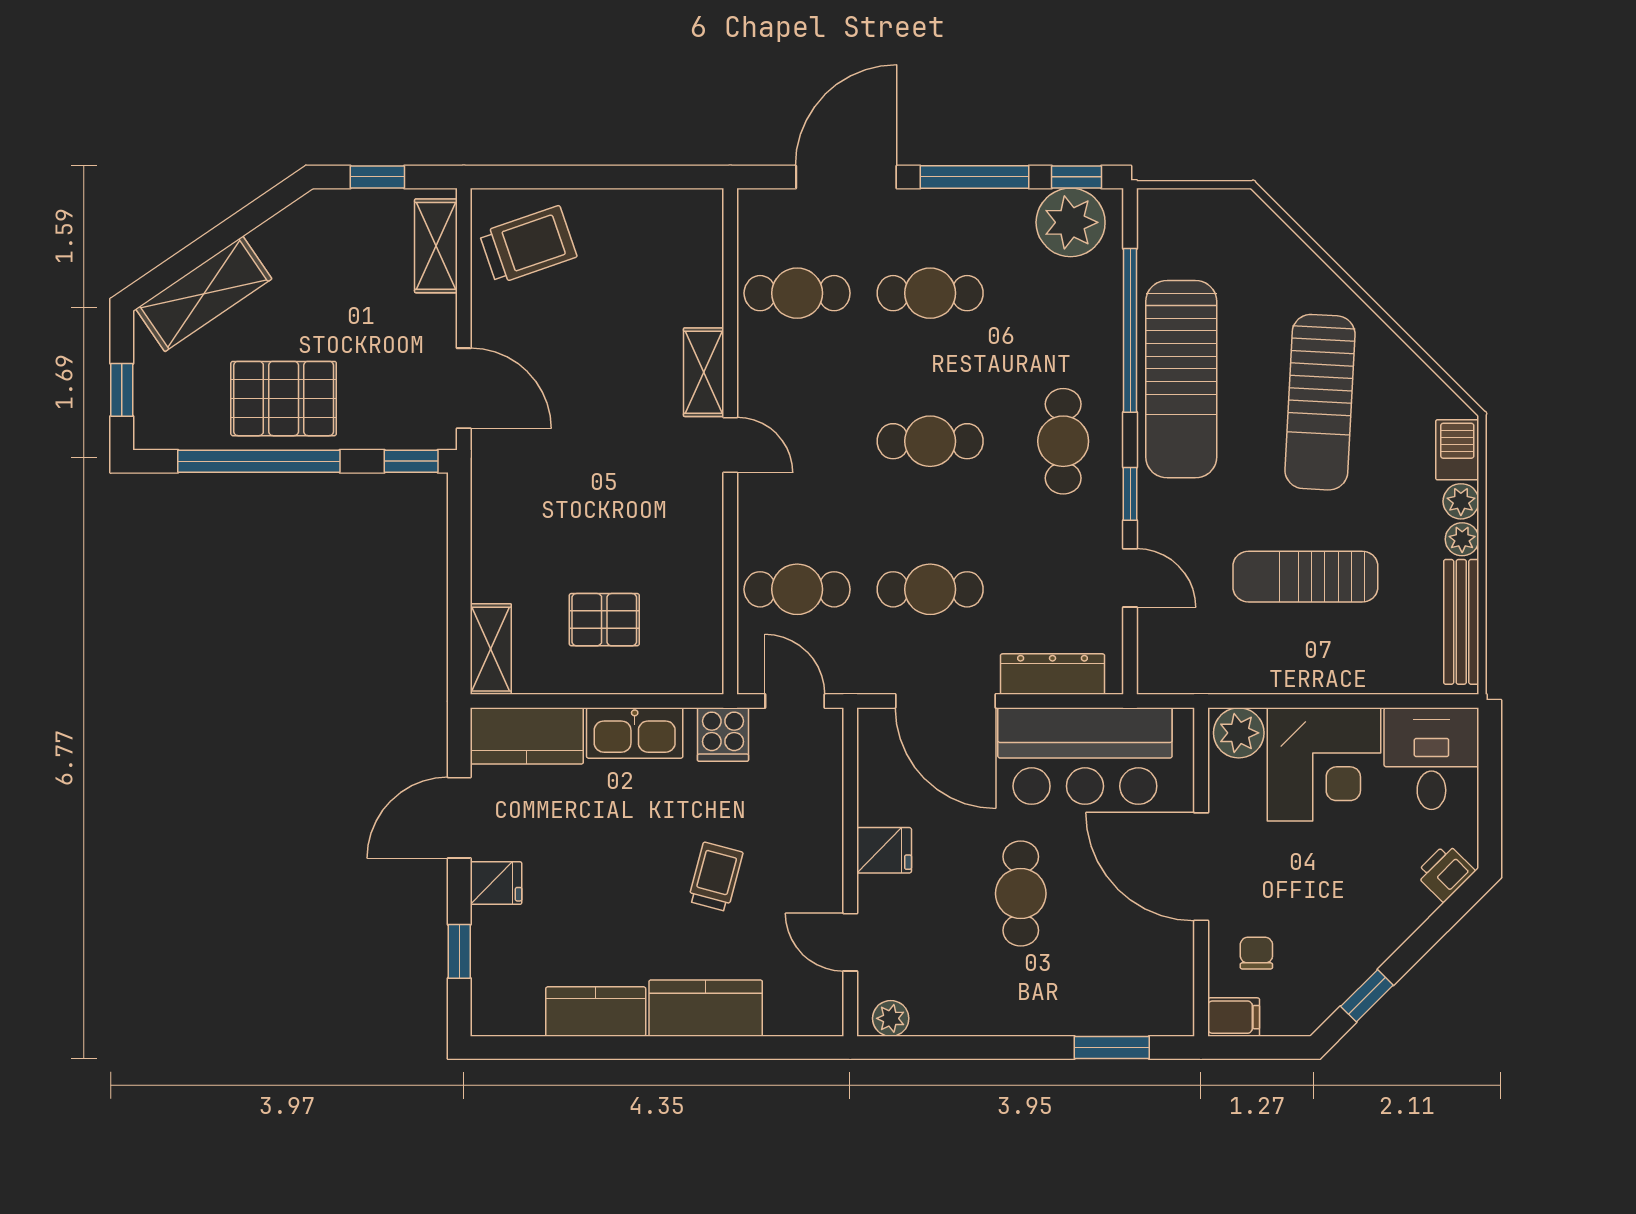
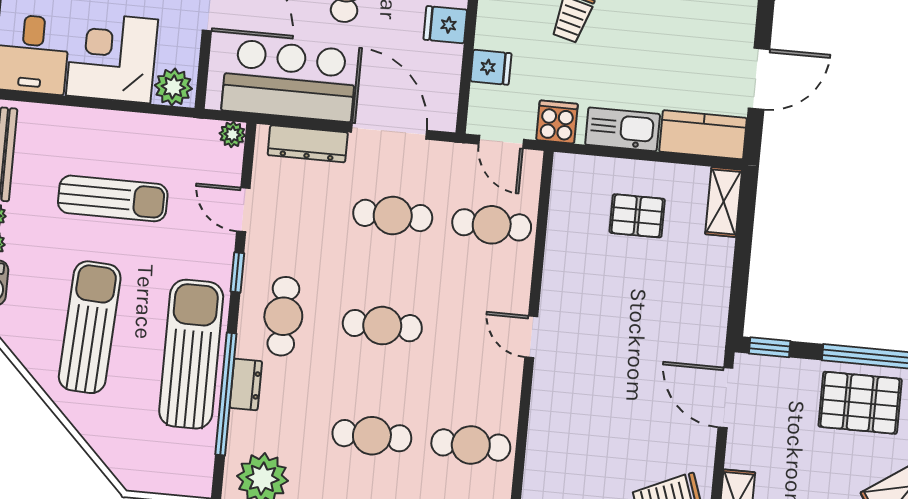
dresser: (1105, 346) -> (246, 384), added
shelving: (704, 372) -> (546, 393), removed
plant: (1154, 677) -> (232, 134), added
fridge: (496, 883) -> (491, 67), moved, turned 180

